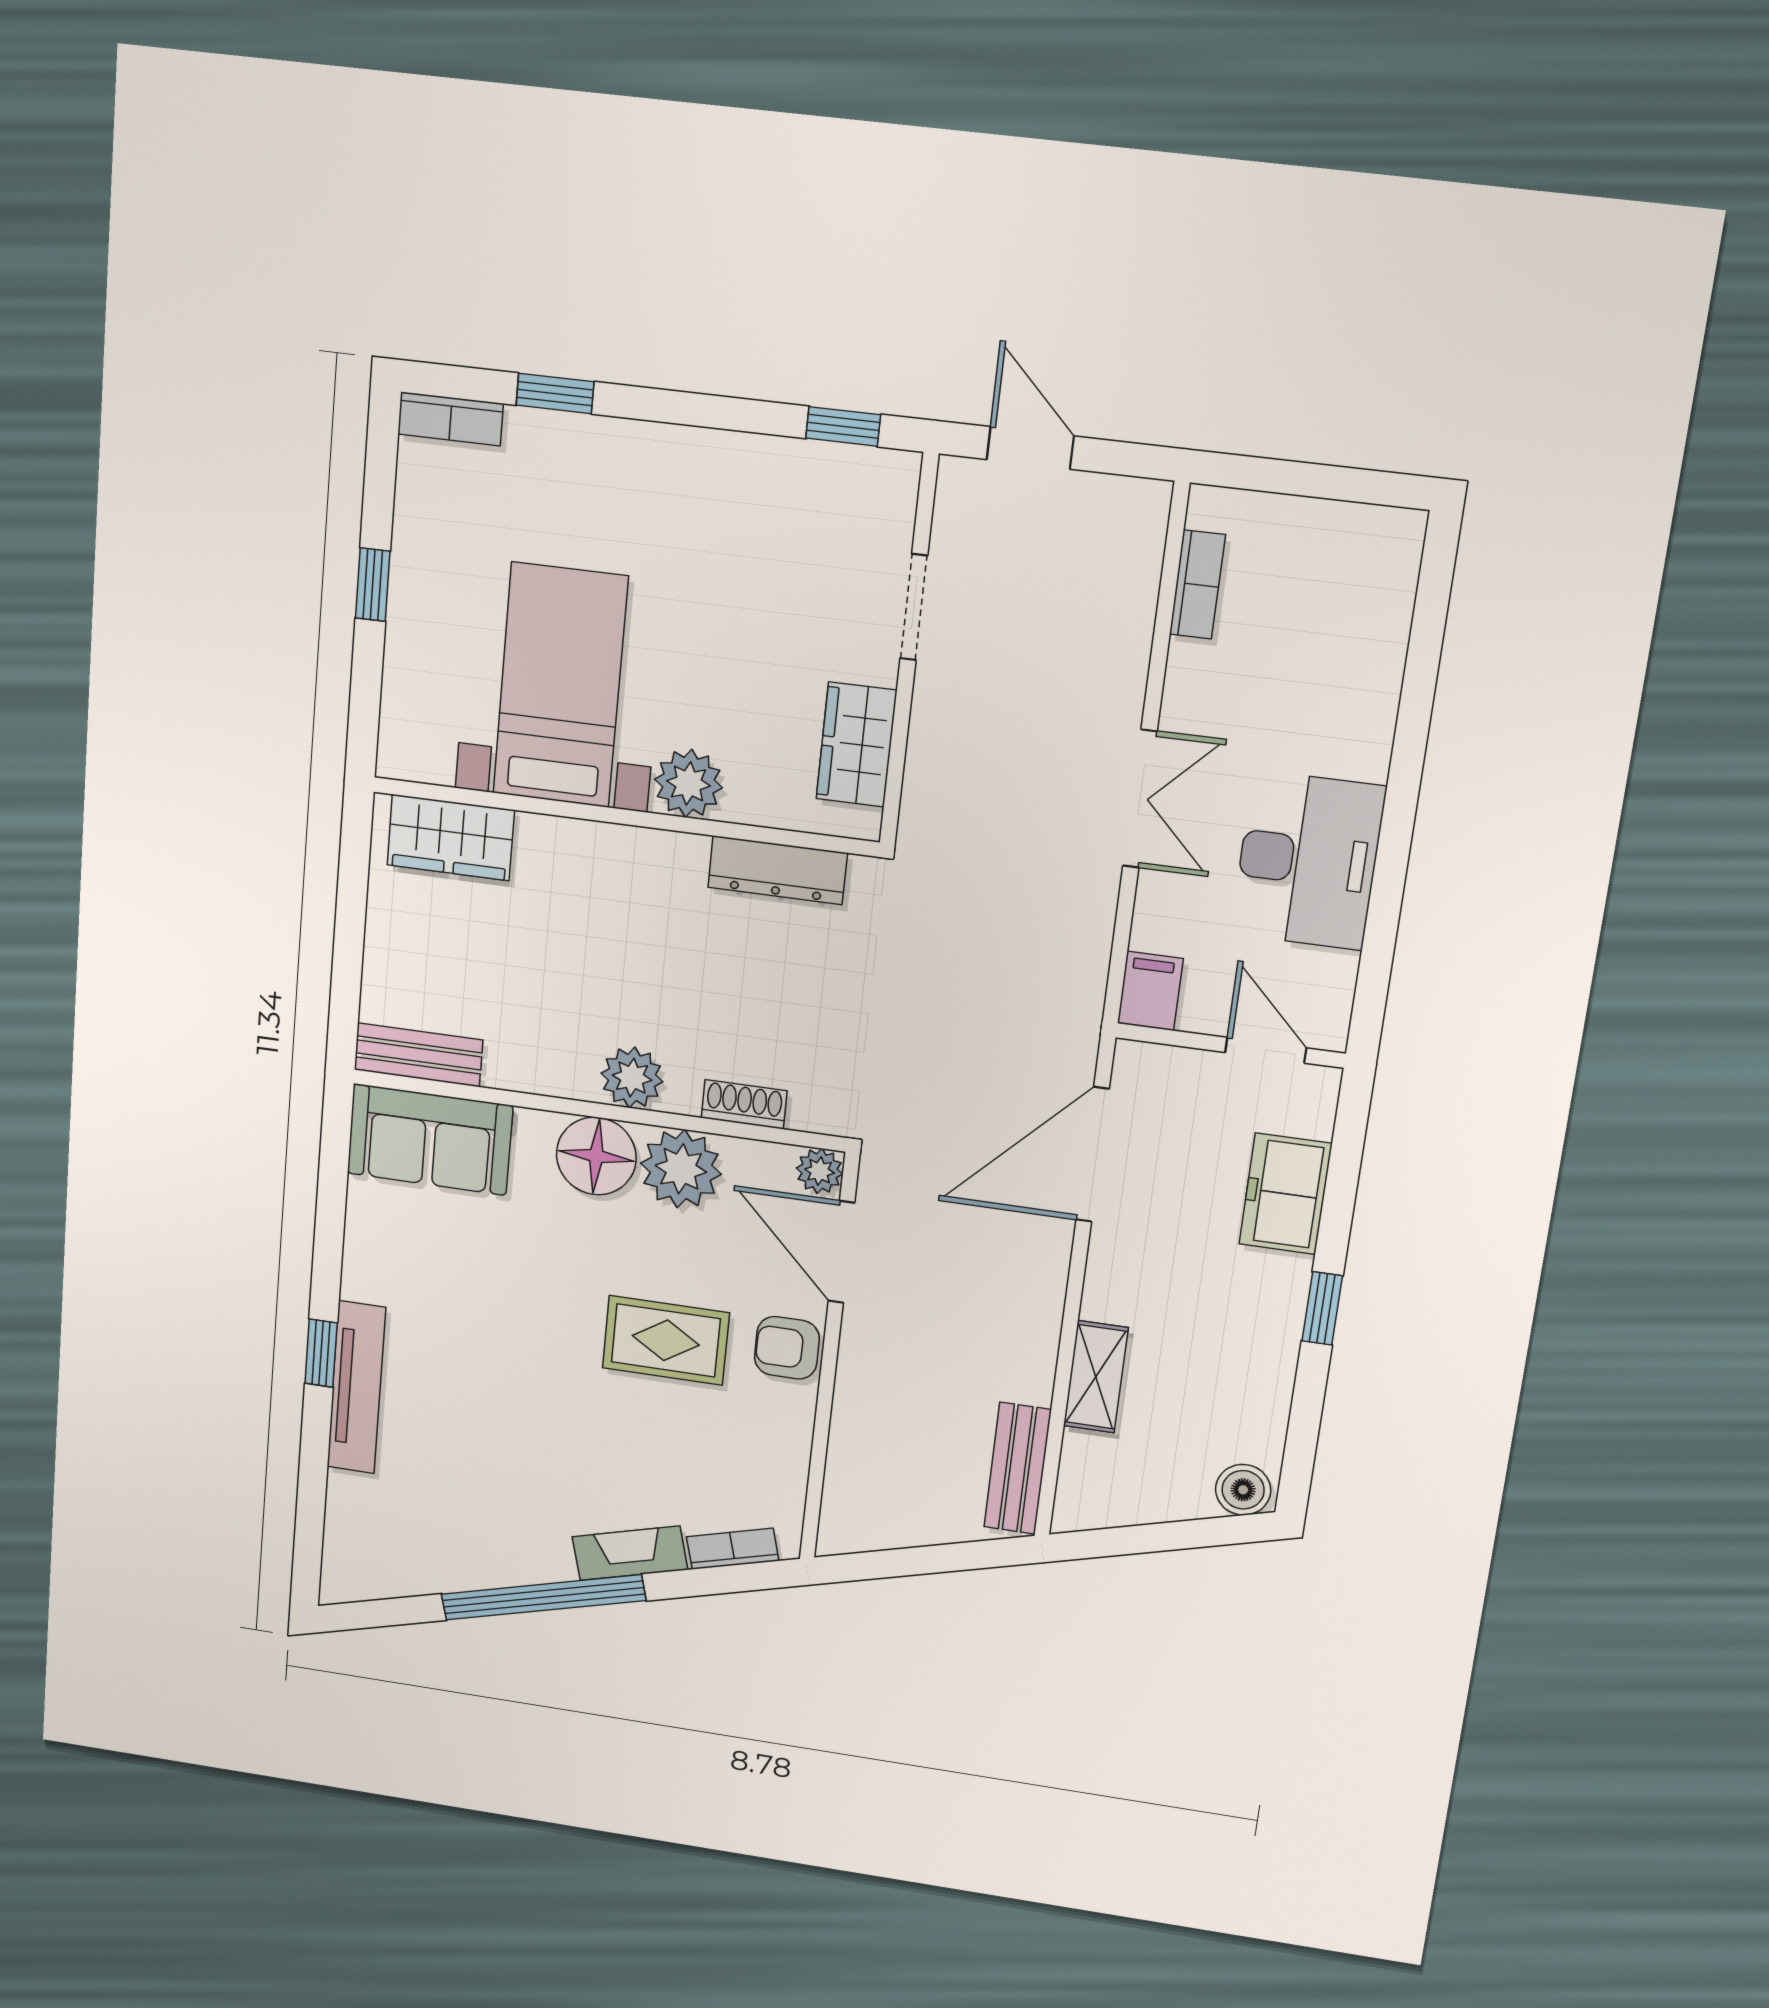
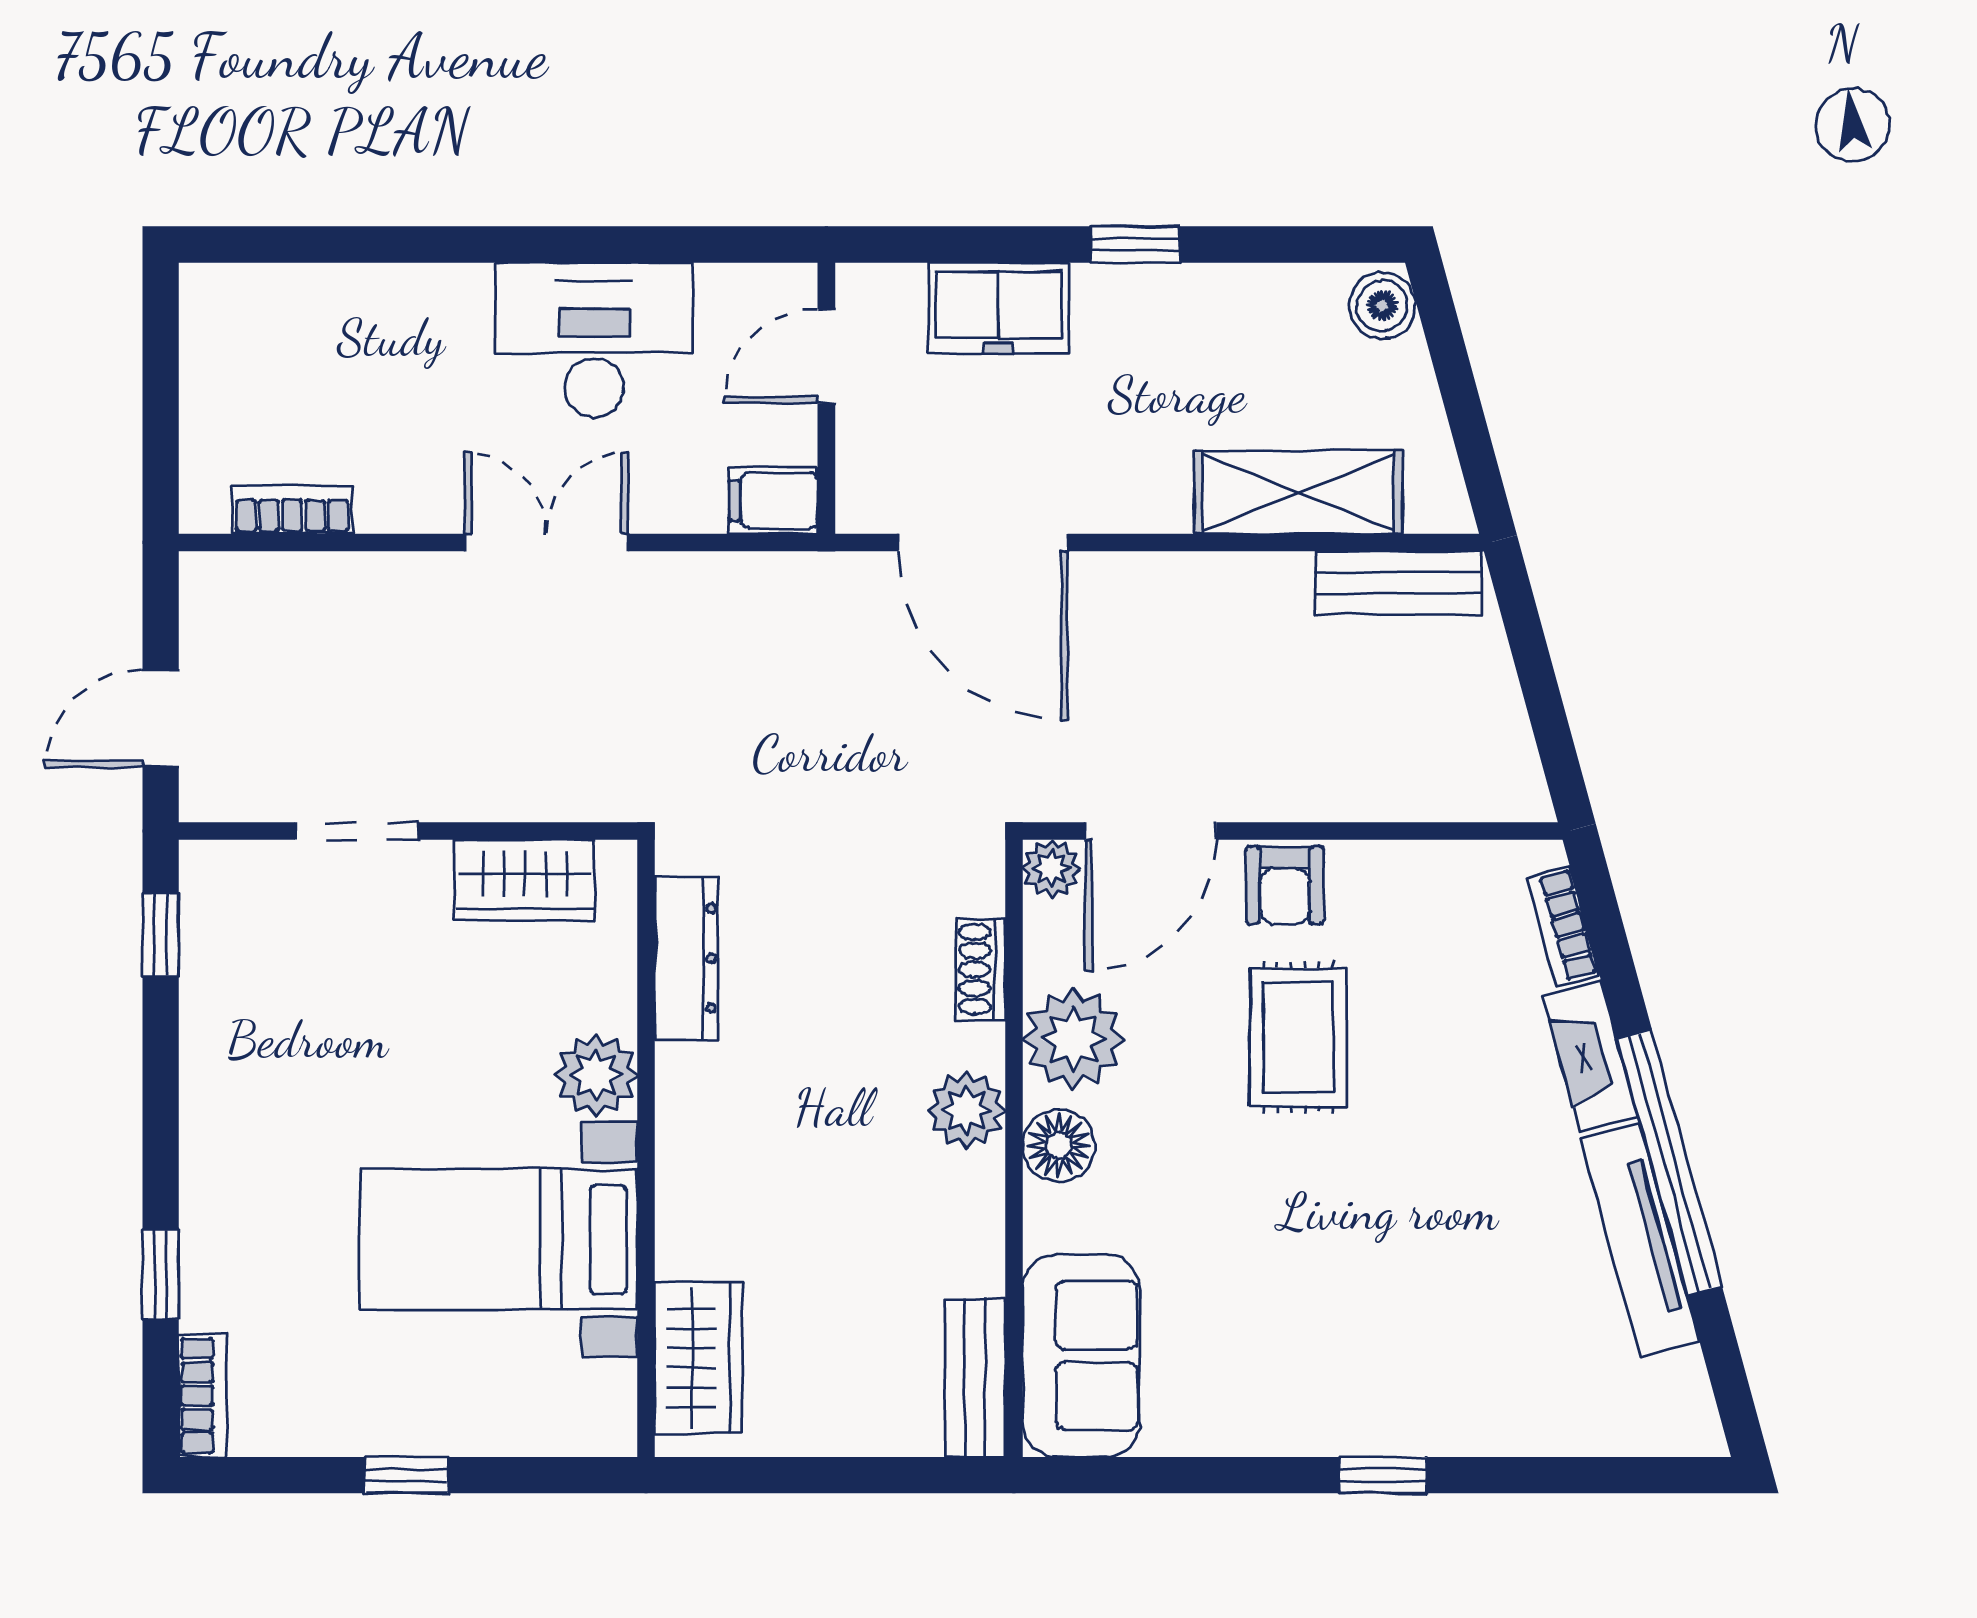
floor lamp: (596, 1156) -> (1059, 1145), width x0.73, depth x0.73
shelving: (1096, 1377) -> (1298, 492), width x1.50, depth x1.33
tv unit: (356, 1387) -> (1640, 1240), moved, turned -105

